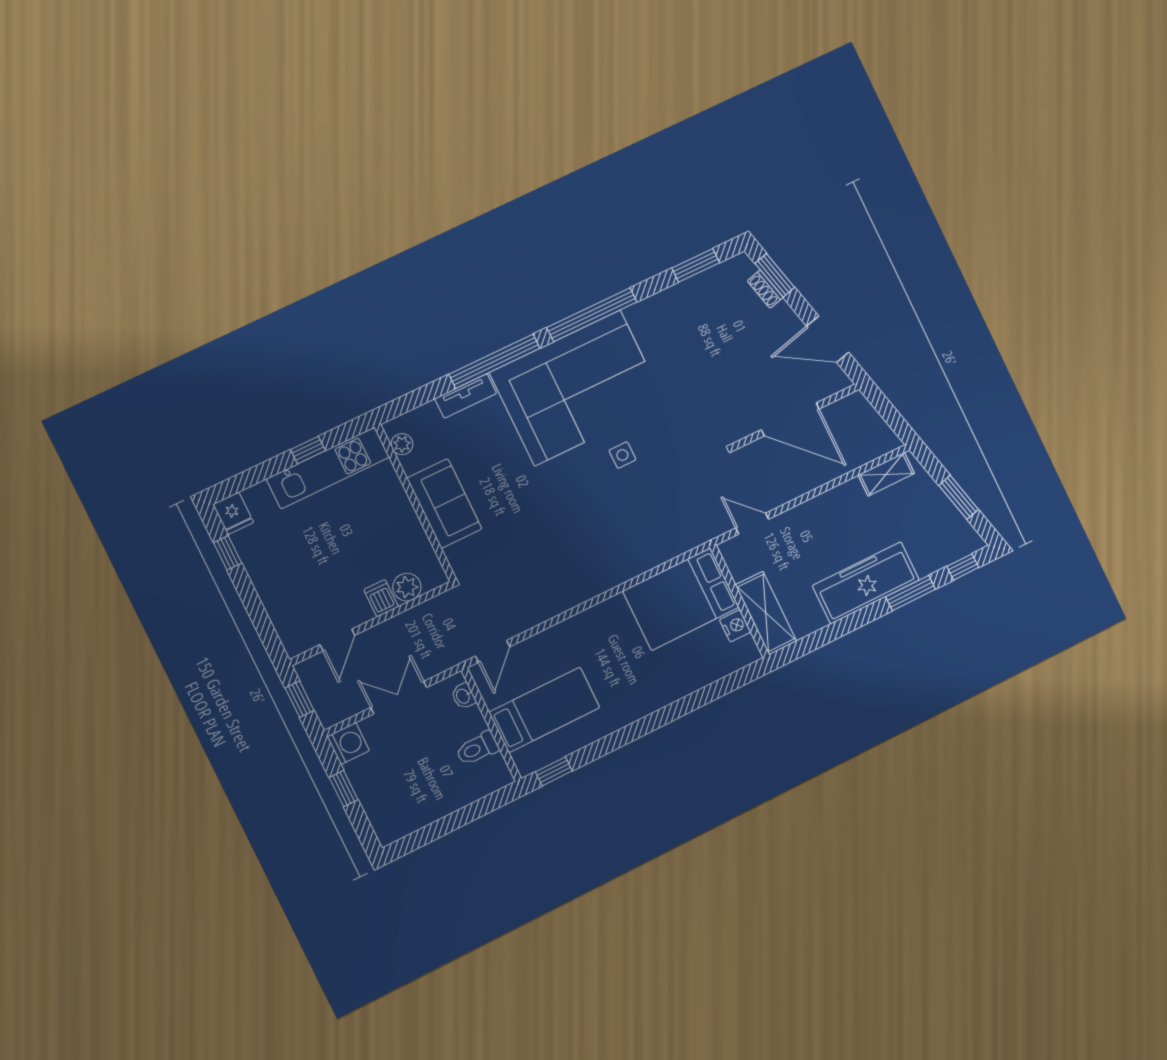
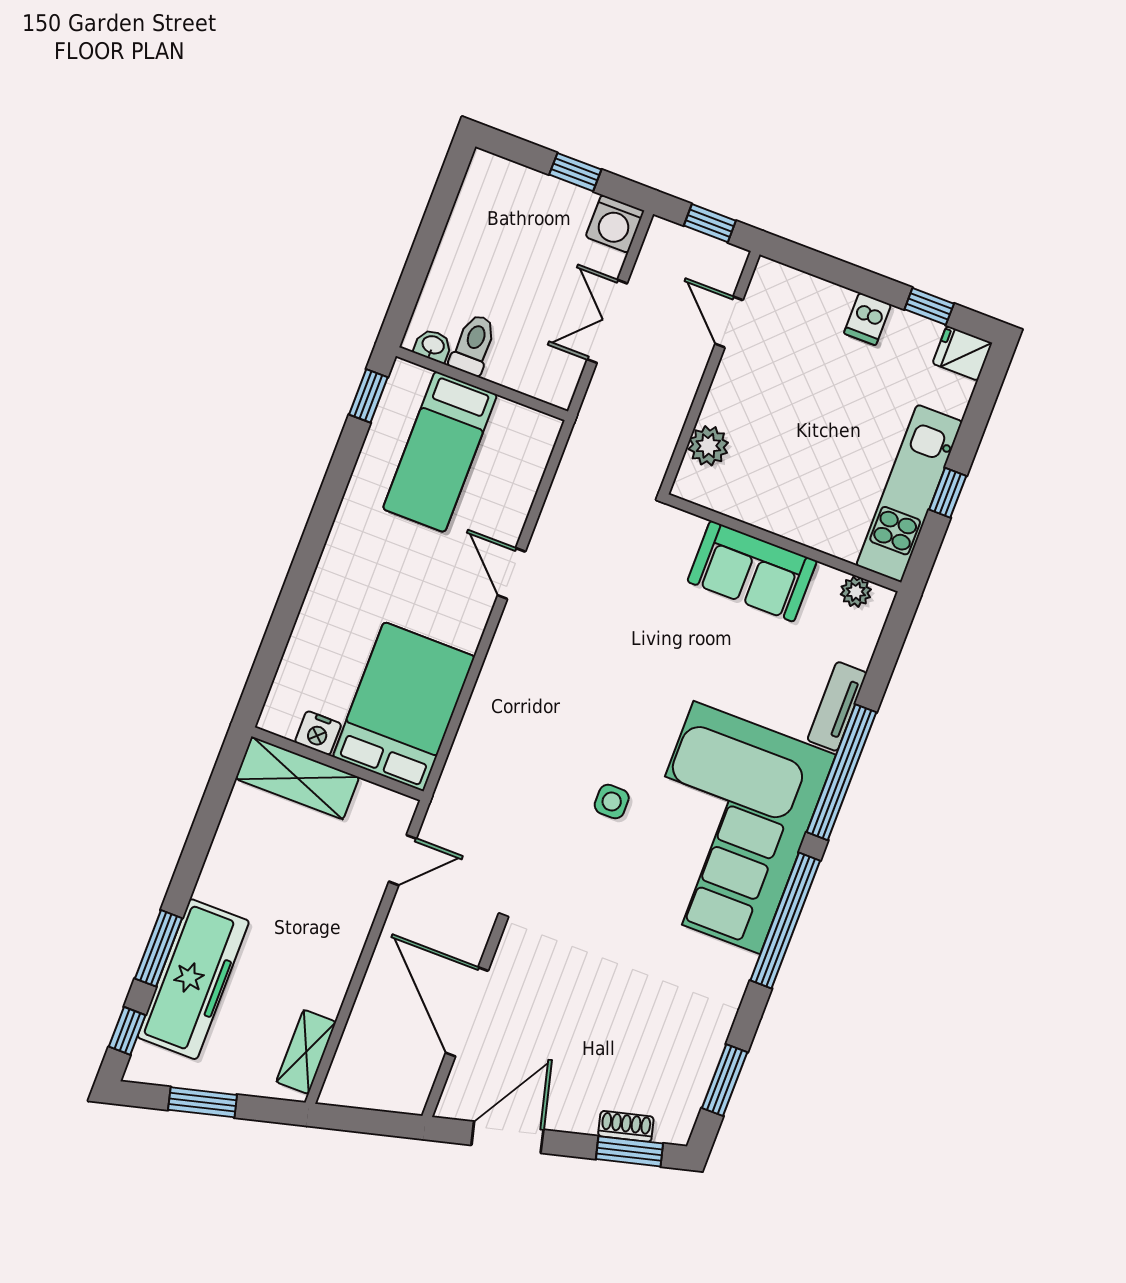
door: (790, 419) -> (467, 1012), hinge flipped
freezer: (866, 583) -> (193, 979), moved
dishwasher: (381, 598) -> (868, 319), moved, turned 90
door: (493, 651) -> (511, 574), moved
washbasin: (463, 696) -> (433, 346), moved
double door: (399, 698) -> (607, 321), swing flipped

